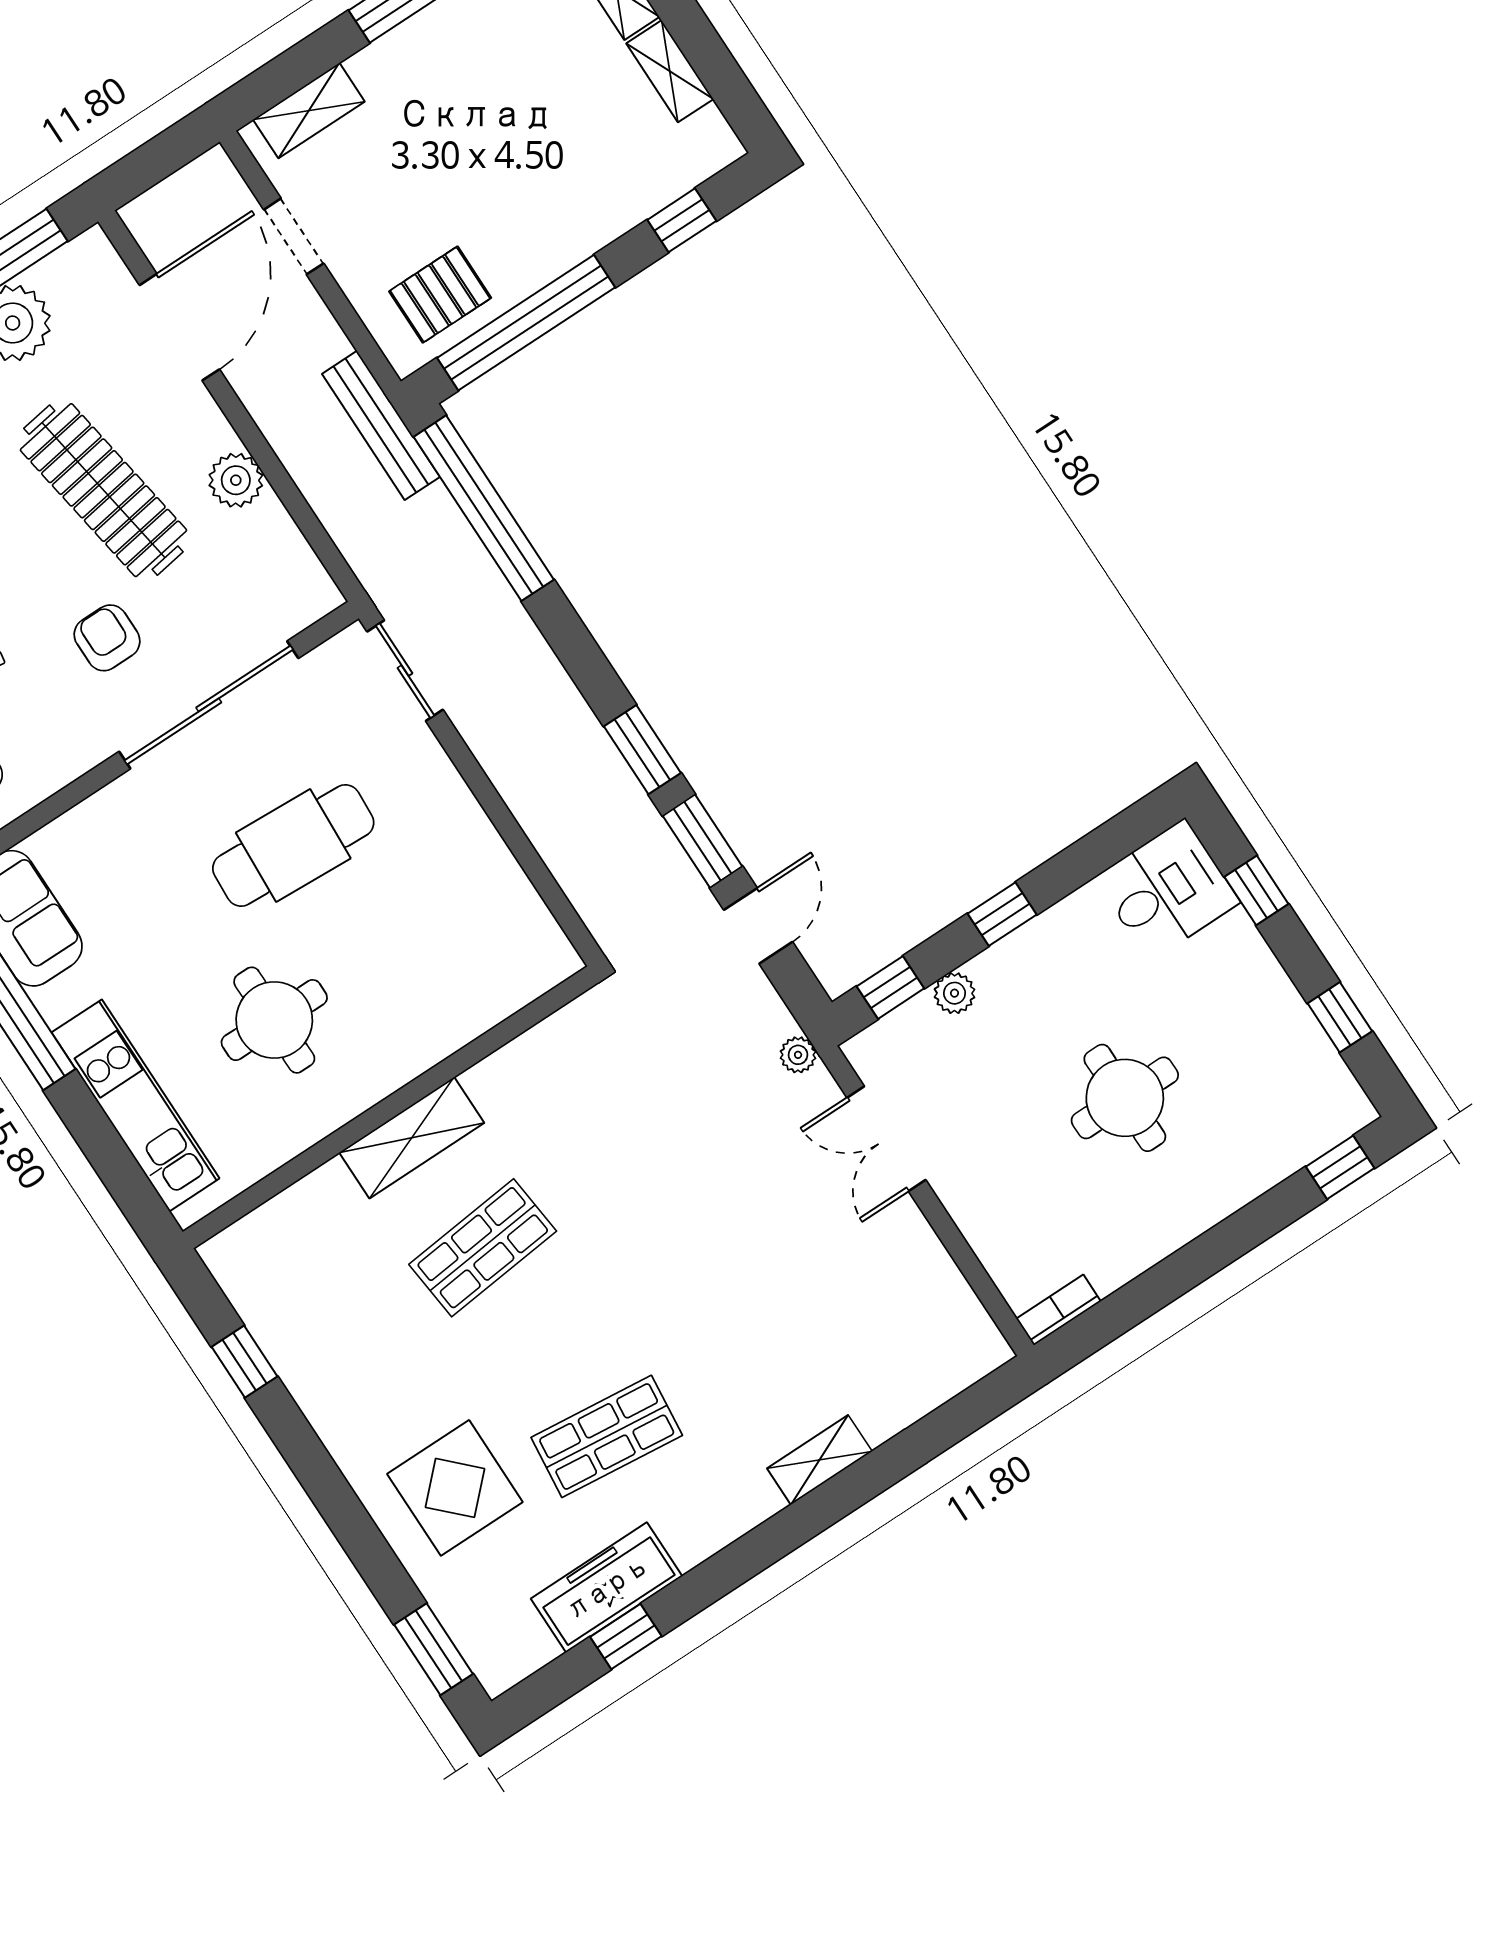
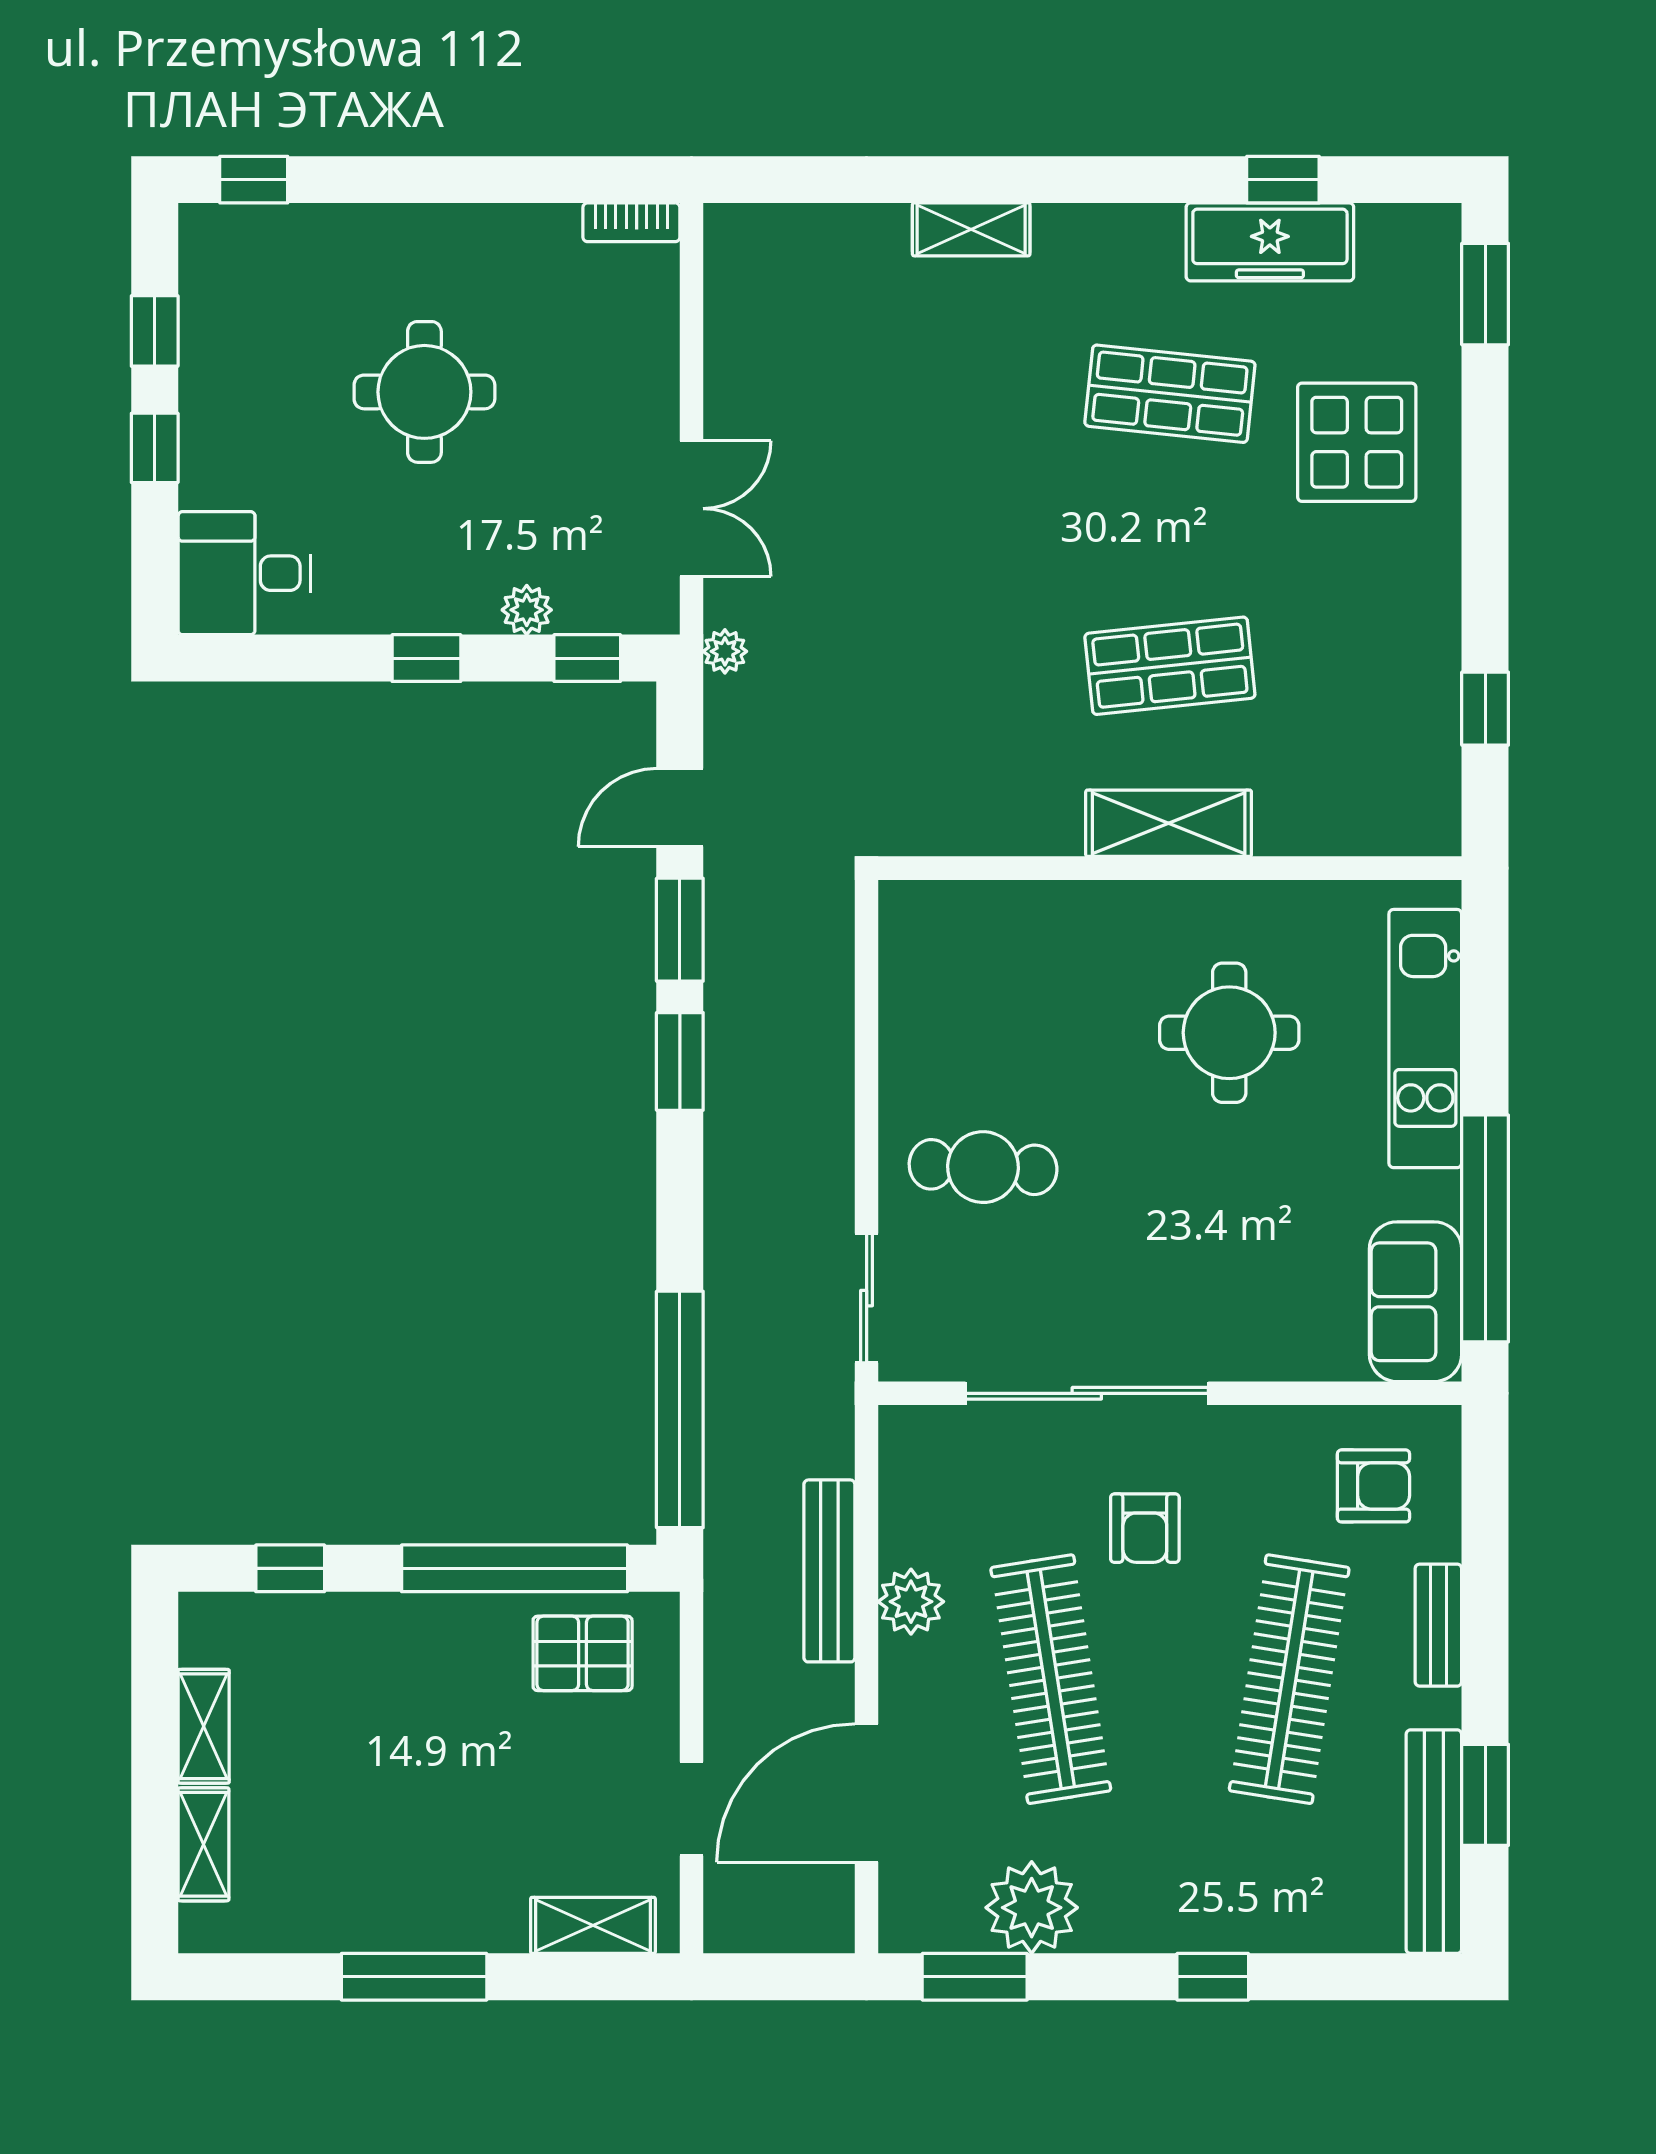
bench: (381, 425) -> (829, 1571), moved
cafe table: (293, 845) -> (983, 1167), moved, width x0.73, depth x0.74
window: (1256, 890) -> (155, 448), moved

